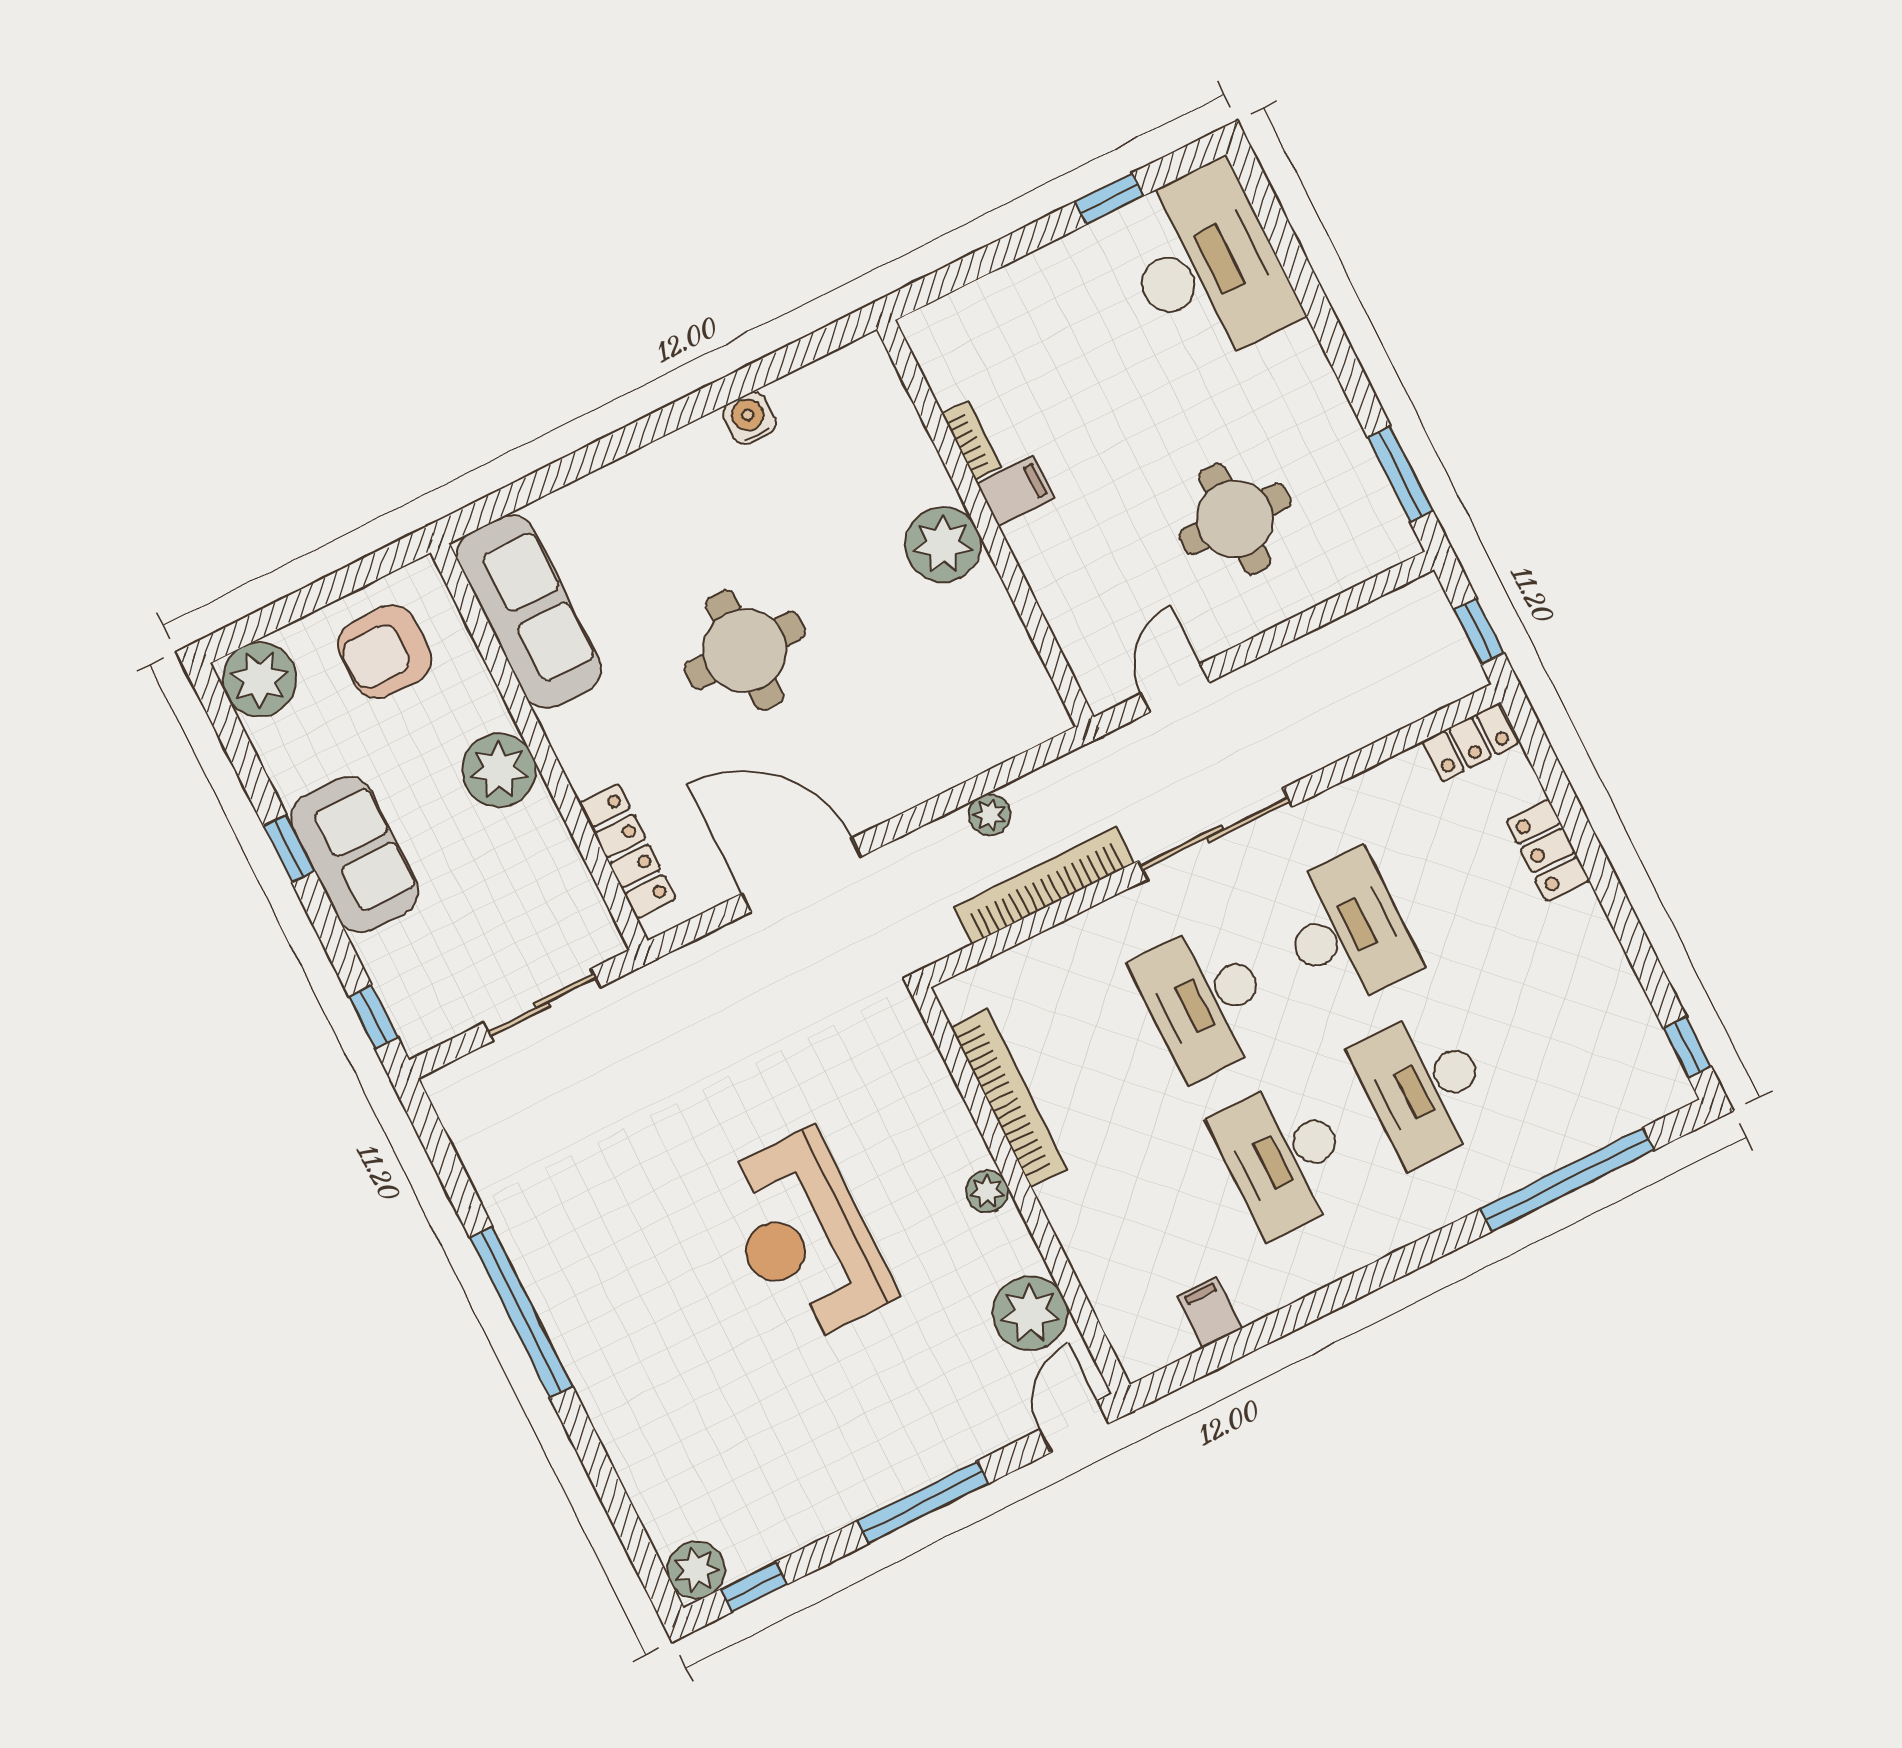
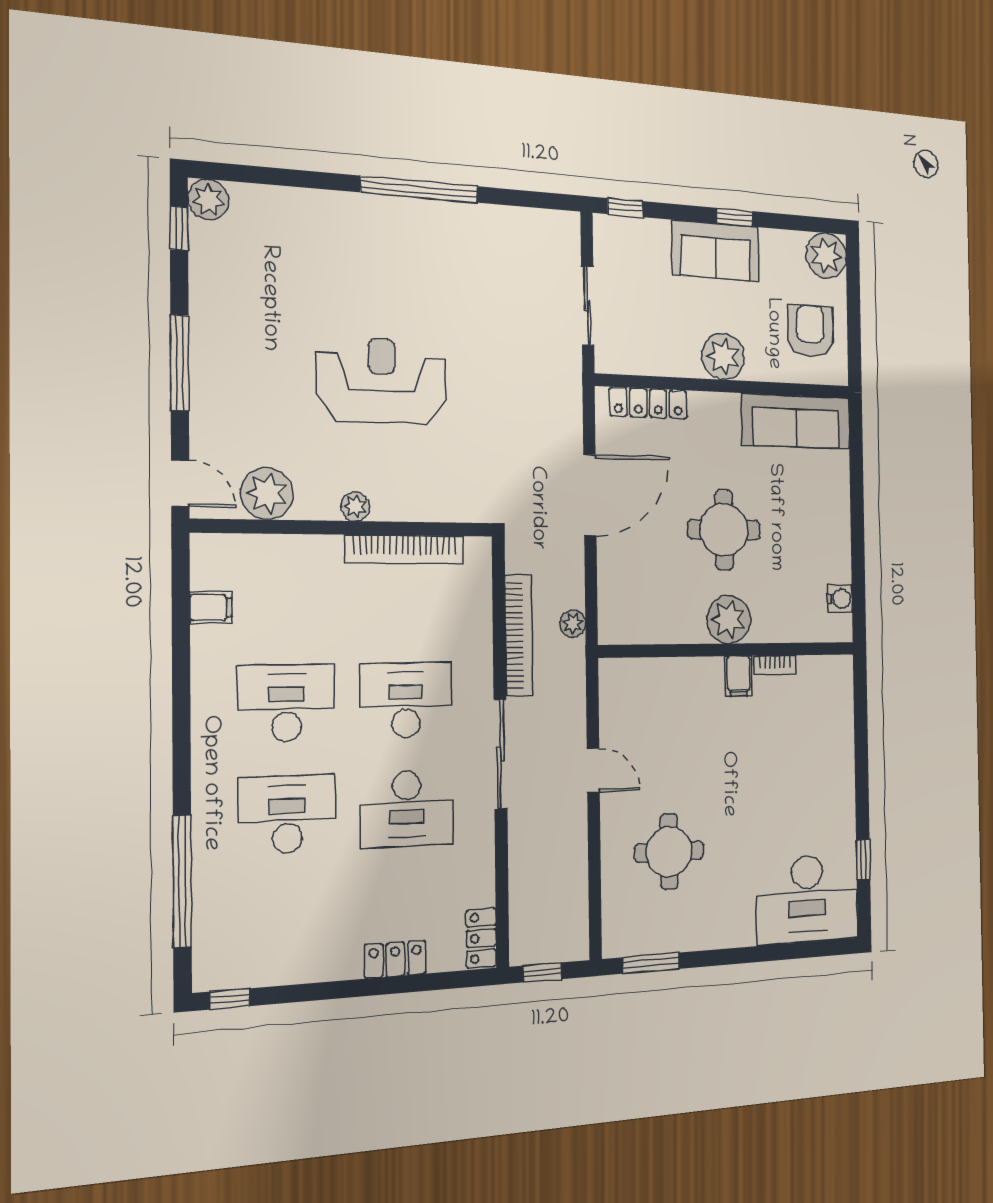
bookcase: (972, 440) -> (775, 665), moved
filing cabinet: (1016, 491) -> (738, 676), moved
wall: (985, 523) -> (729, 650), moved
plant: (943, 545) -> (729, 620), moved

